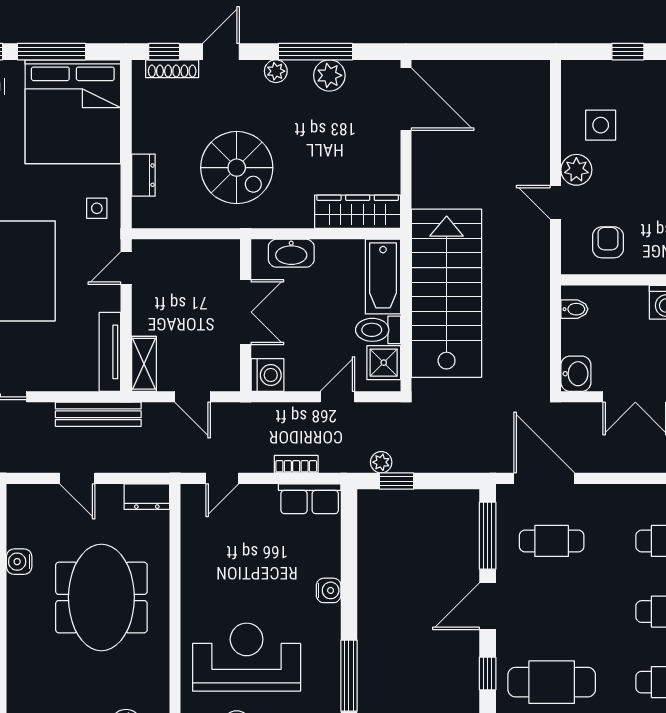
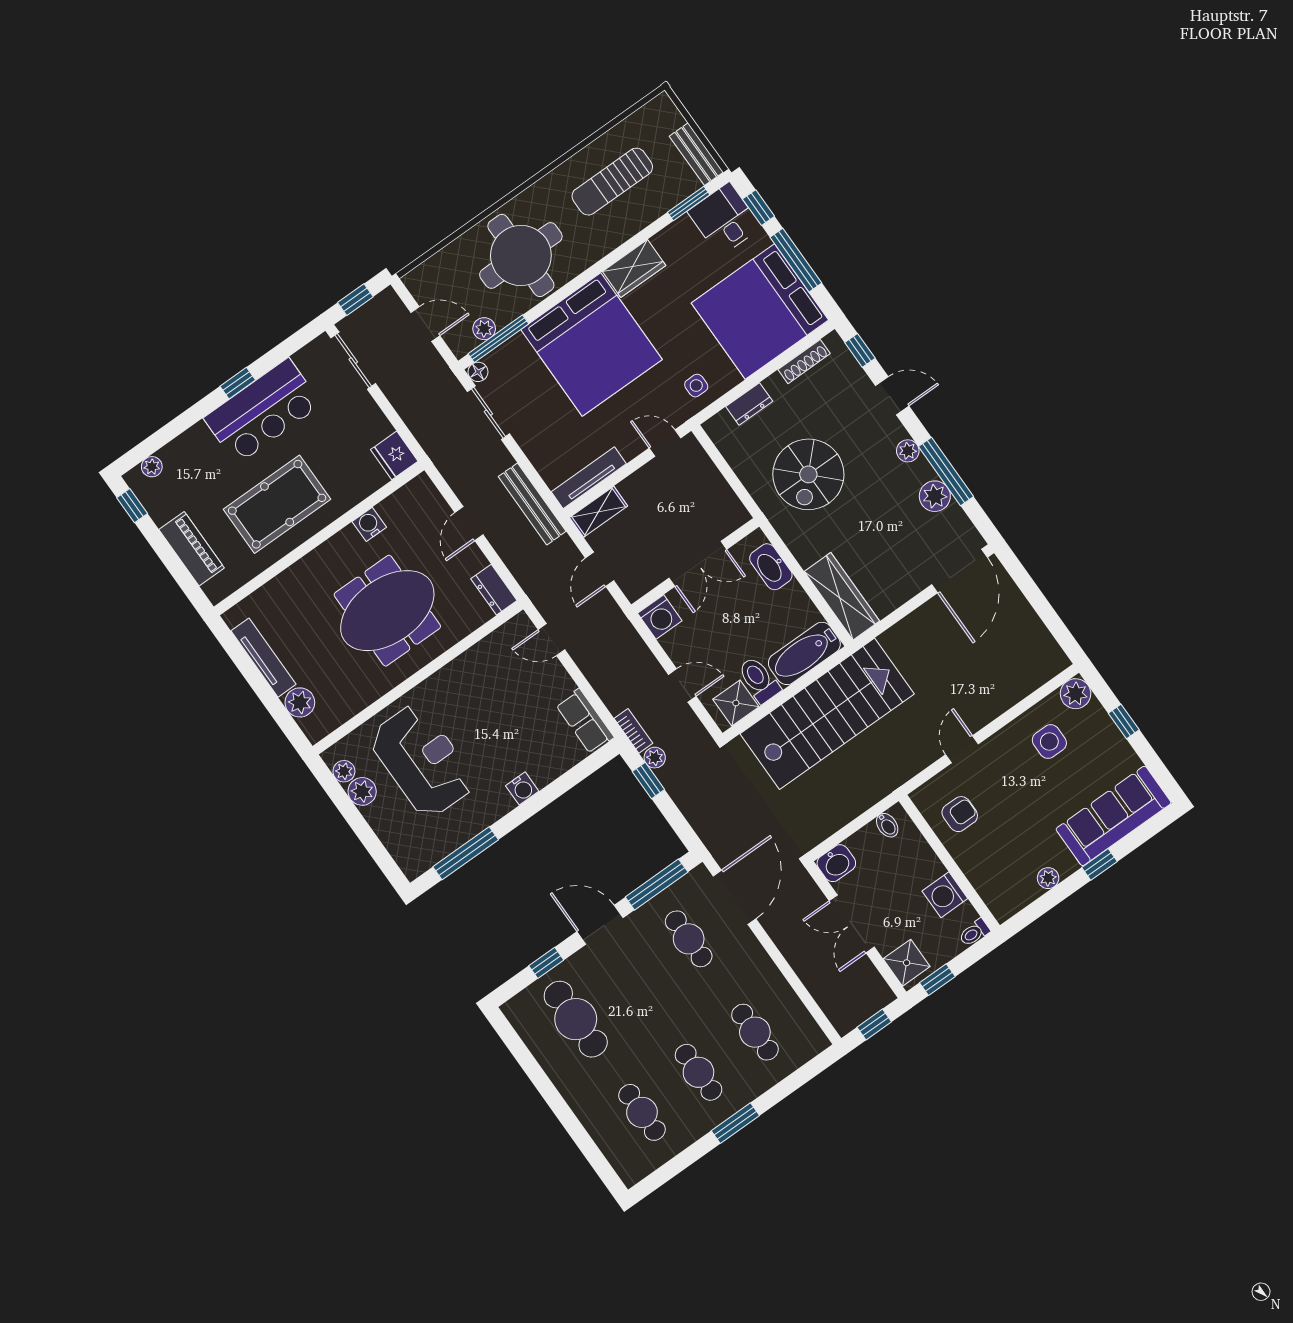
shoe rack: (172, 69) -> (804, 362), moved, turned -90
plant: (576, 170) -> (1076, 694), moved
bookcase: (296, 464) -> (633, 731), moved

